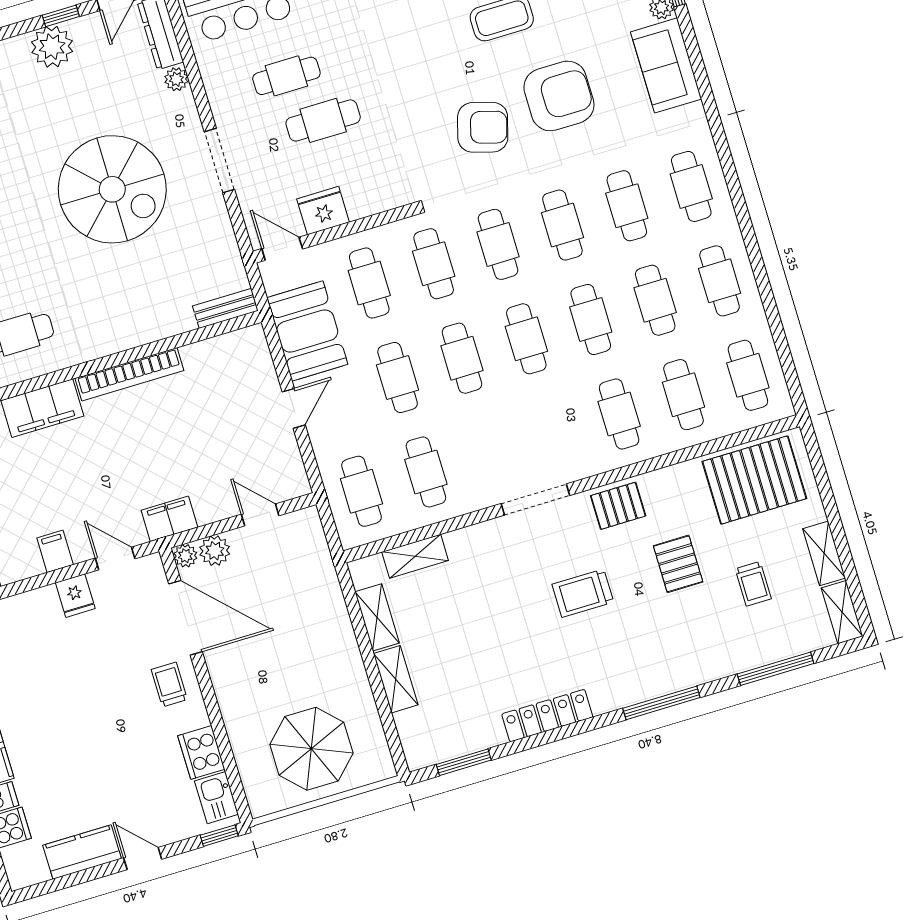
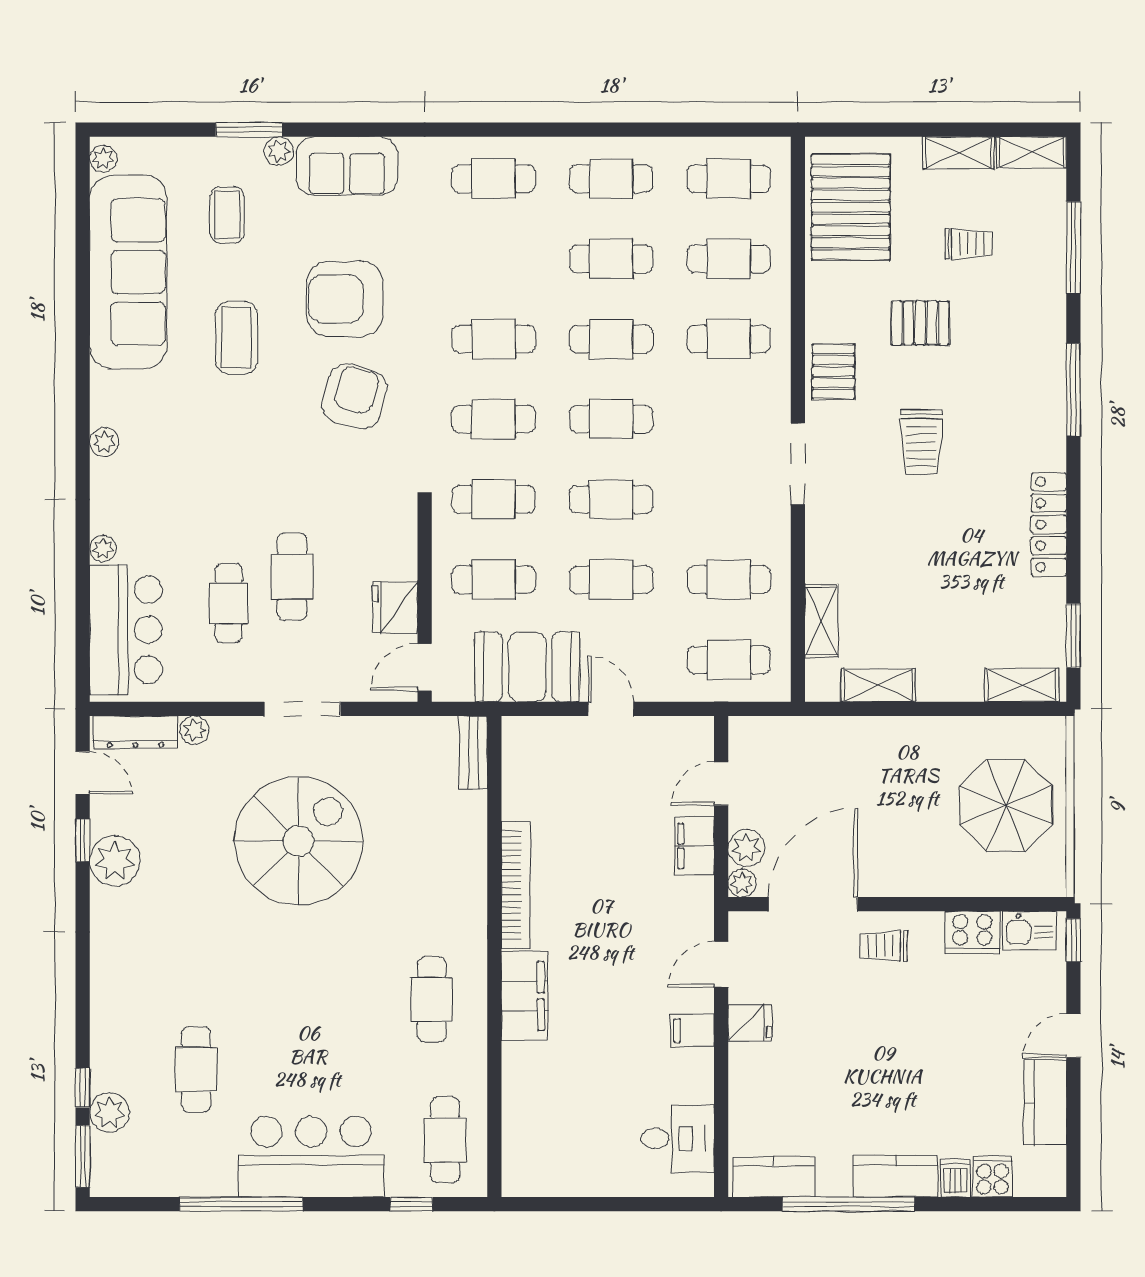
armchair: (559, 96) -> (345, 299), turned -90
cafe table: (627, 206) -> (494, 259), removed
filing cabinet: (169, 519) -> (694, 846), moved
shelving: (396, 679) -> (1022, 685), moved

